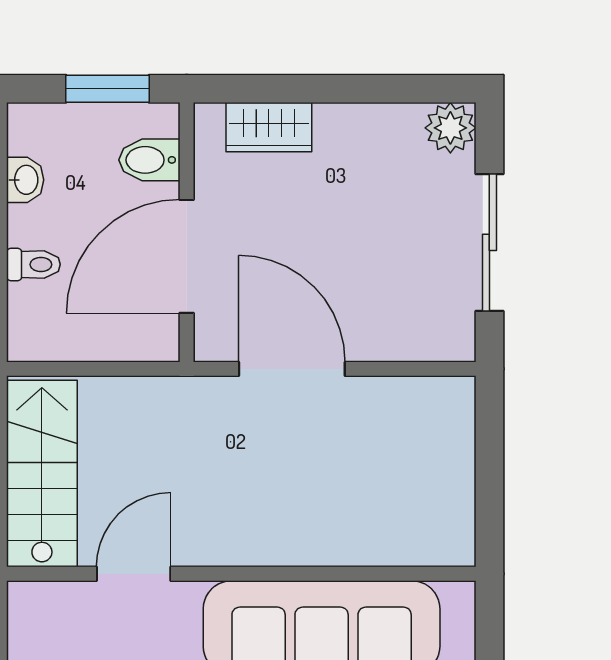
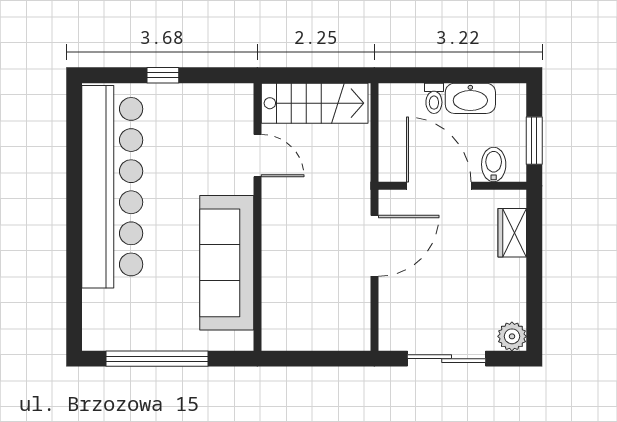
washbasin: (25, 180) -> (470, 98), width x1.91, depth x1.45

